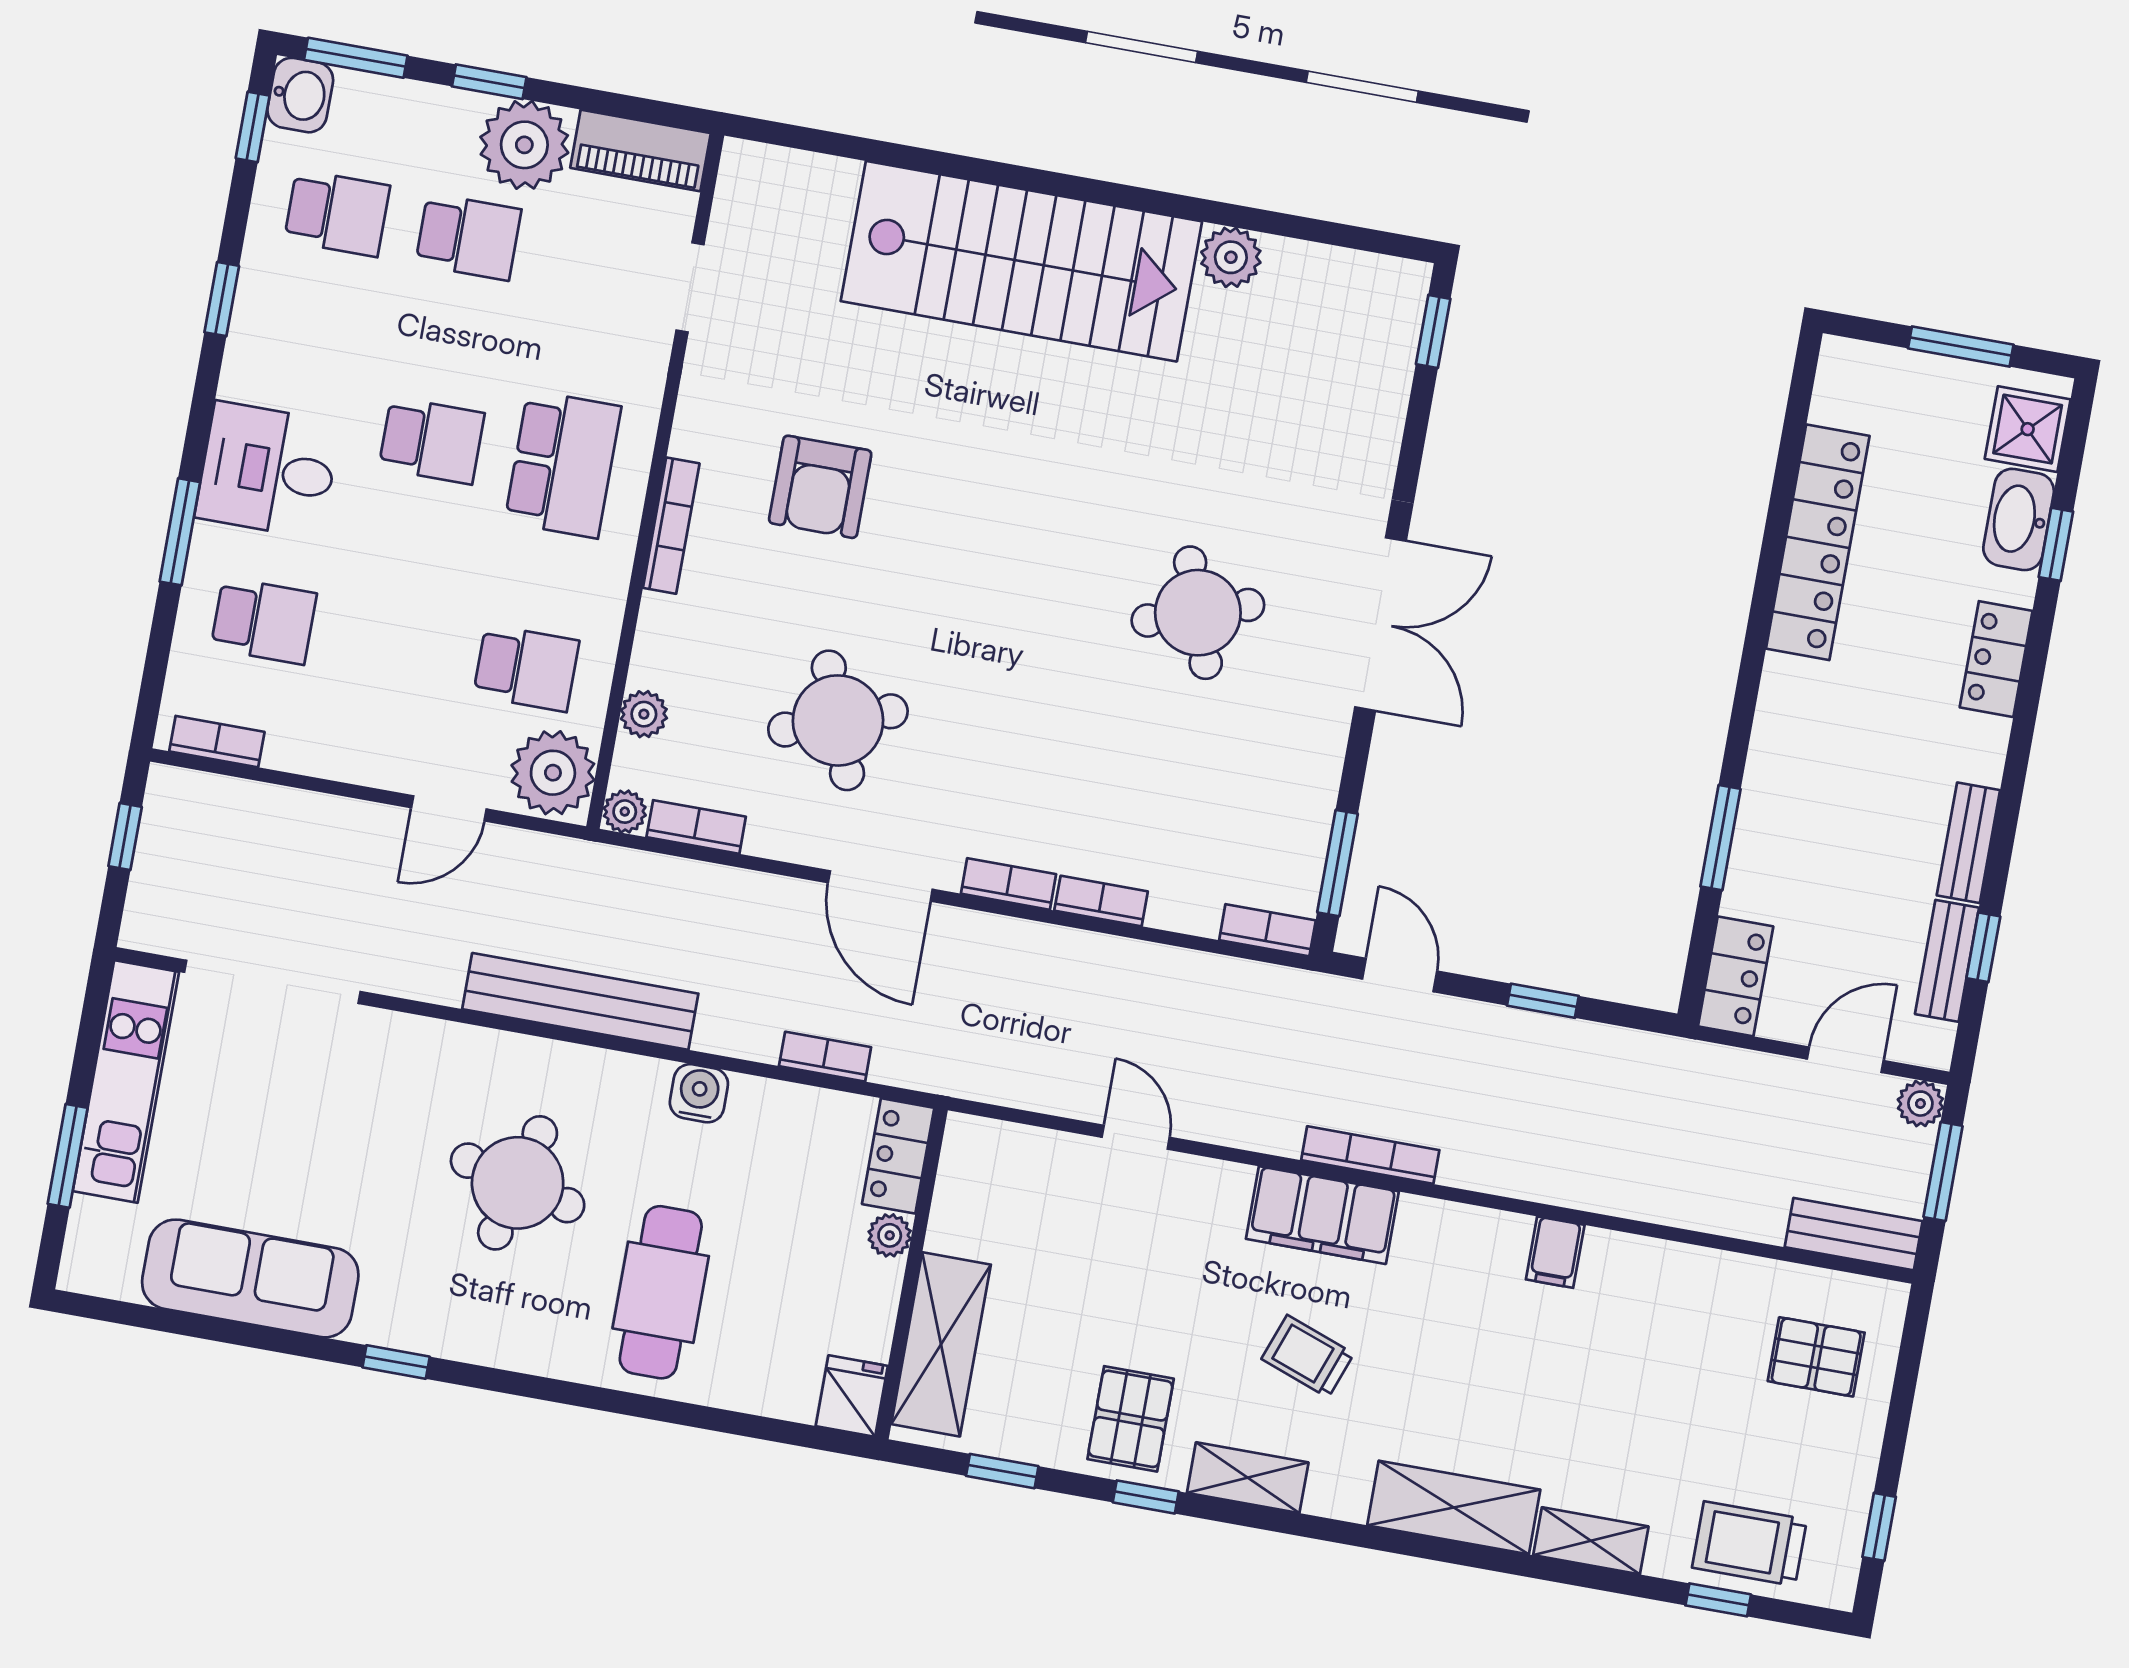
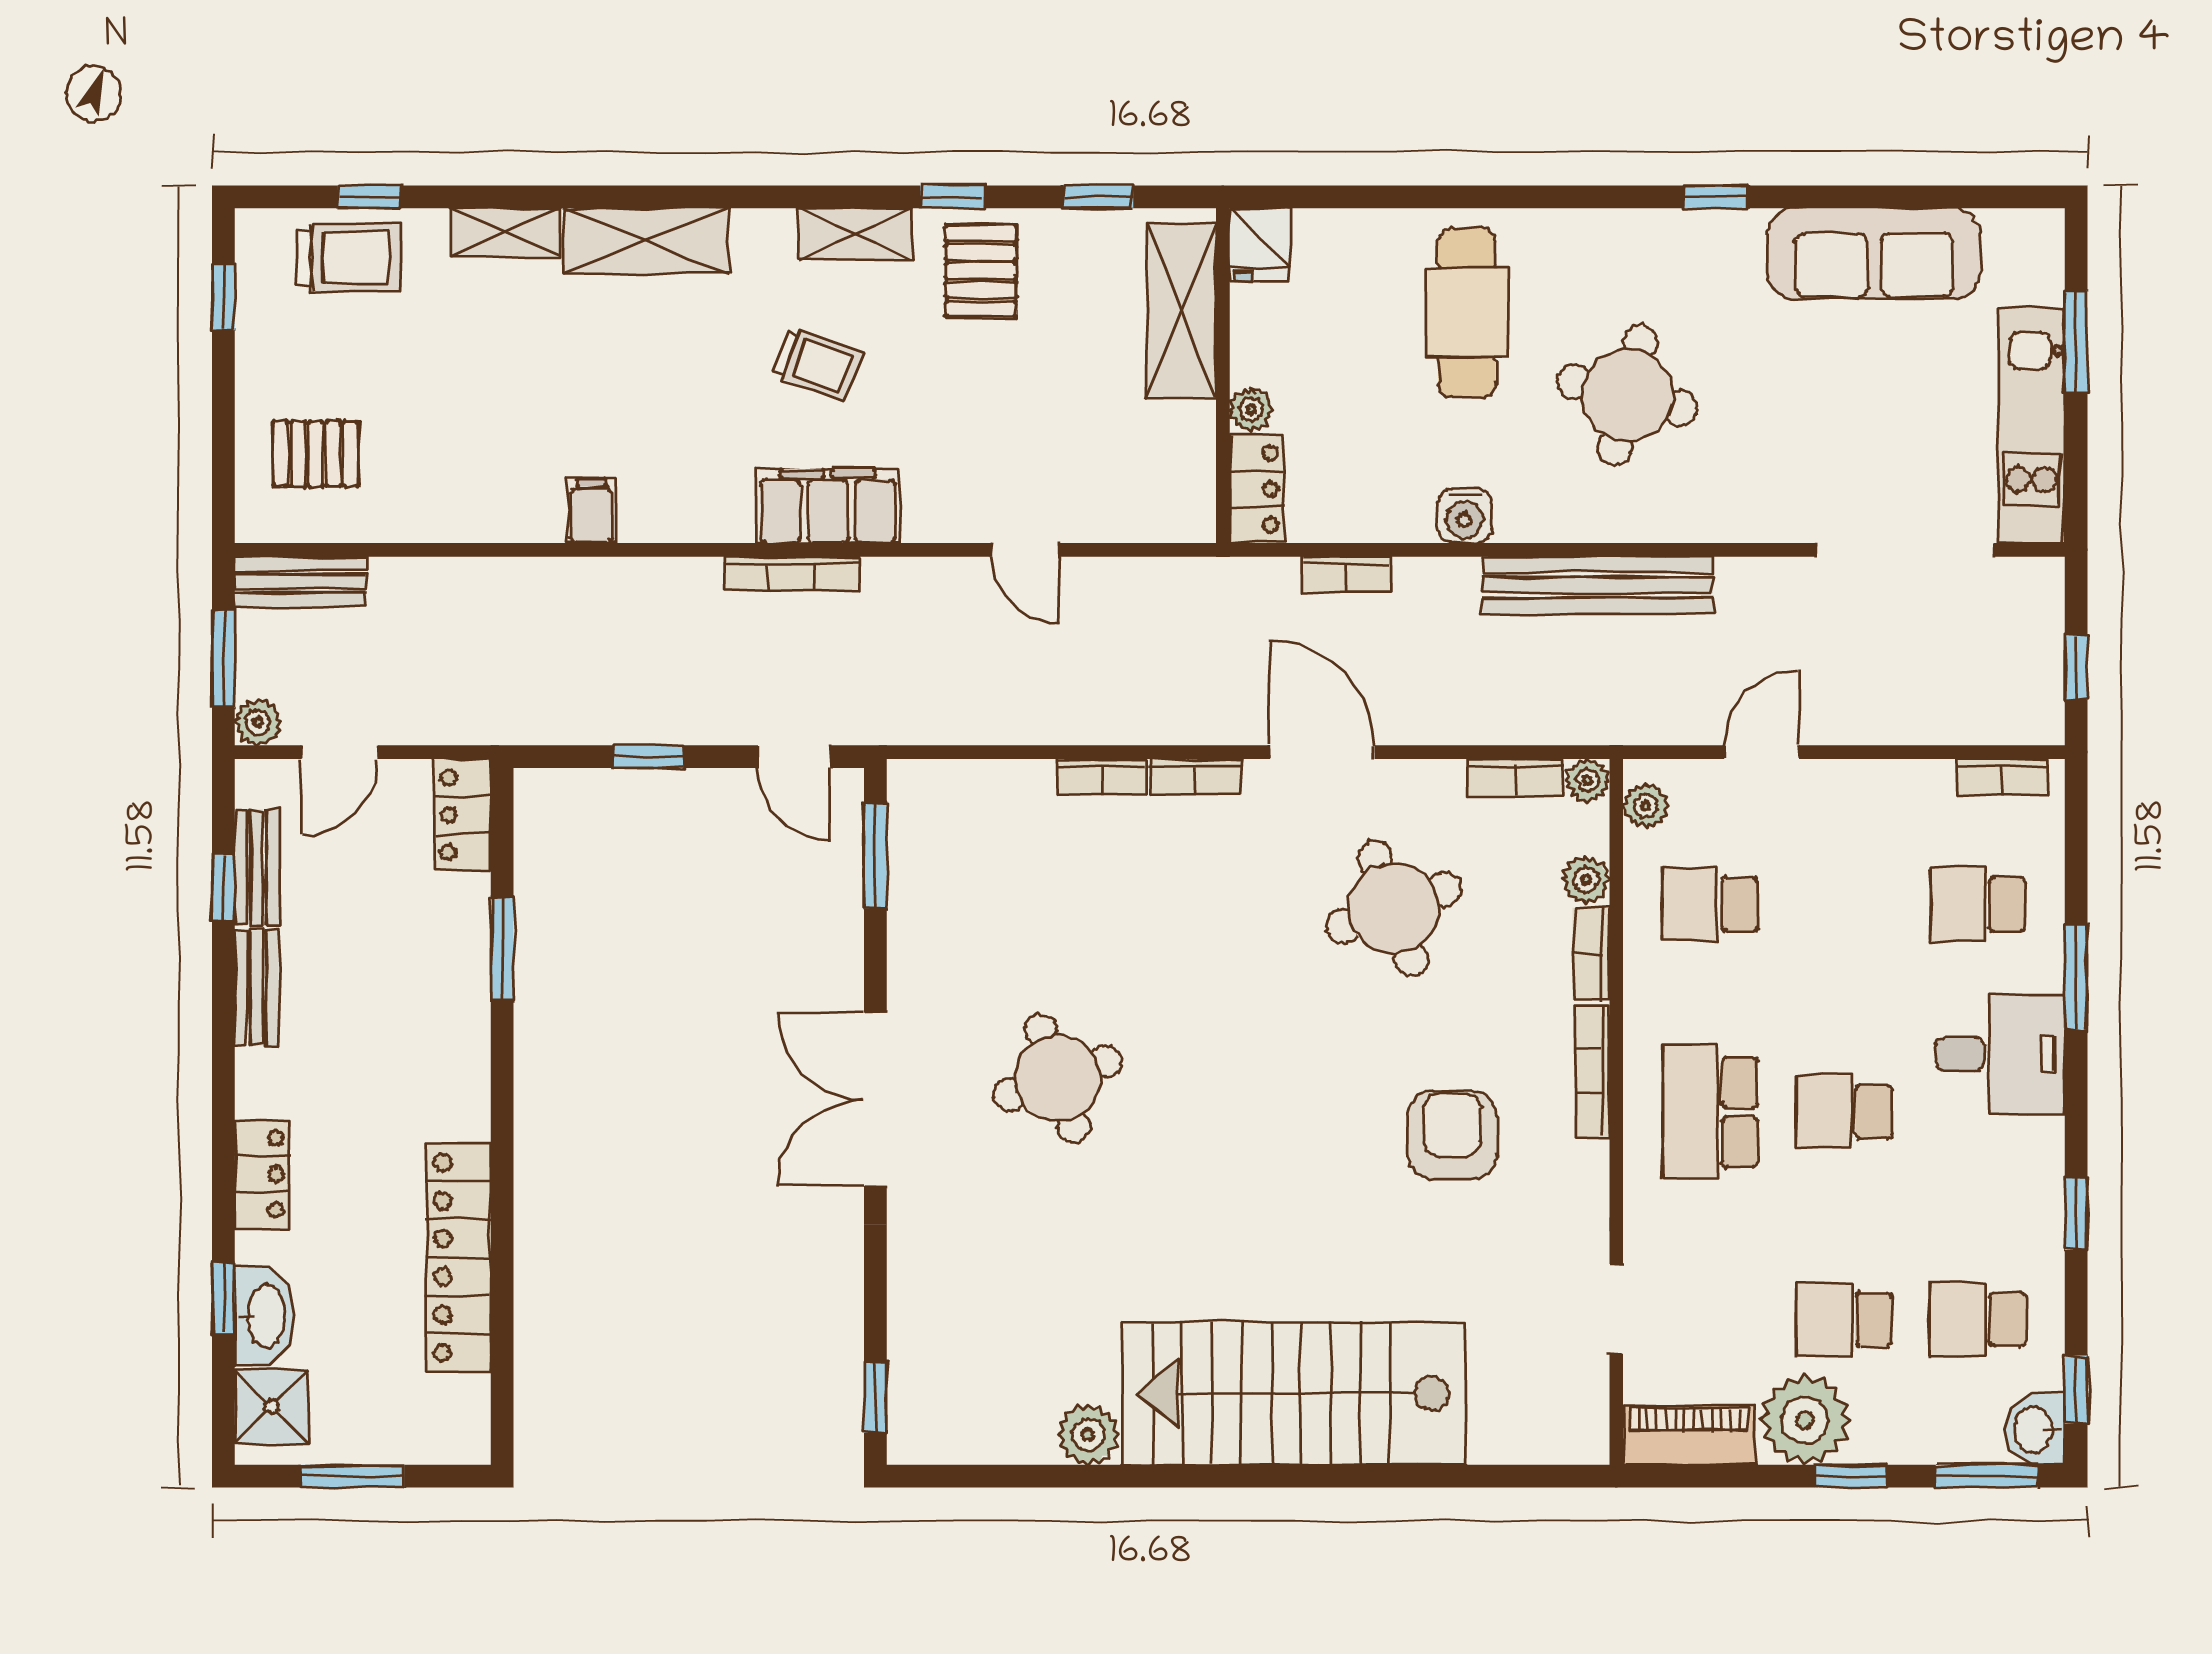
plant: (553, 773) -> (1646, 806), width x0.53, depth x0.53
bookcase: (1267, 930) -> (1591, 954), moved, turned 90

